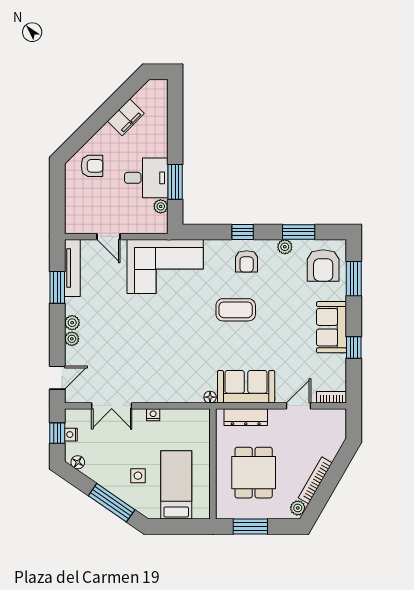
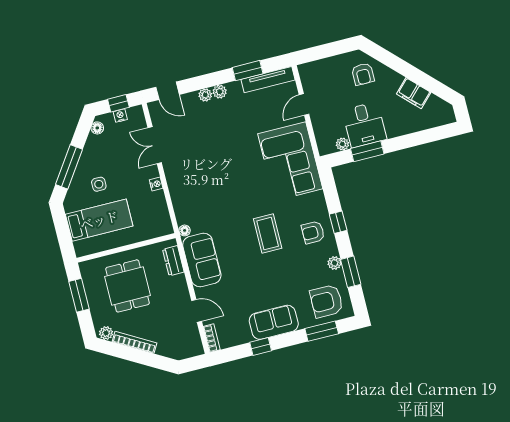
dresser: (246, 417) -> (173, 261), width x0.70
dining table: (254, 473) -> (127, 286), turned 90

